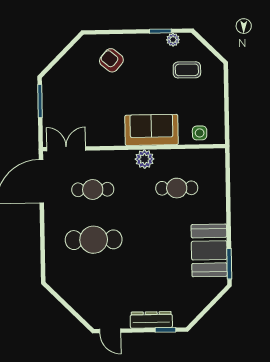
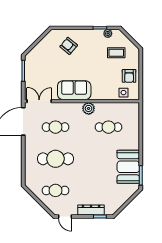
armchair: (208, 106) -> (129, 76), added
sofa: (151, 130) -> (74, 90), moved
cafe table: (94, 290) -> (55, 190), added

